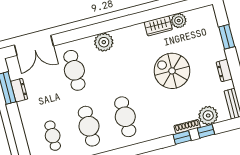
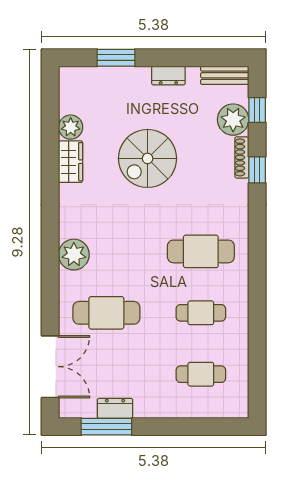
cafe table: (89, 126) -> (201, 313), width x0.73, depth x0.74
window: (206, 131) -> (257, 110), moved

